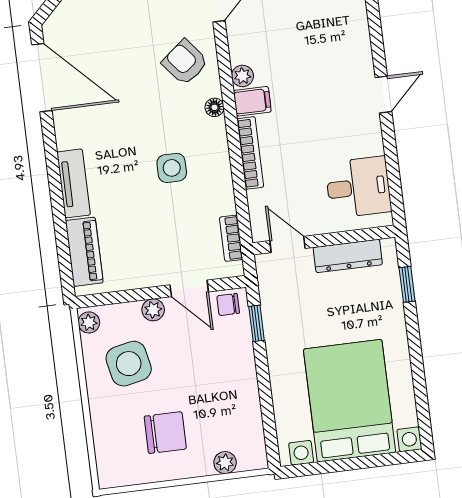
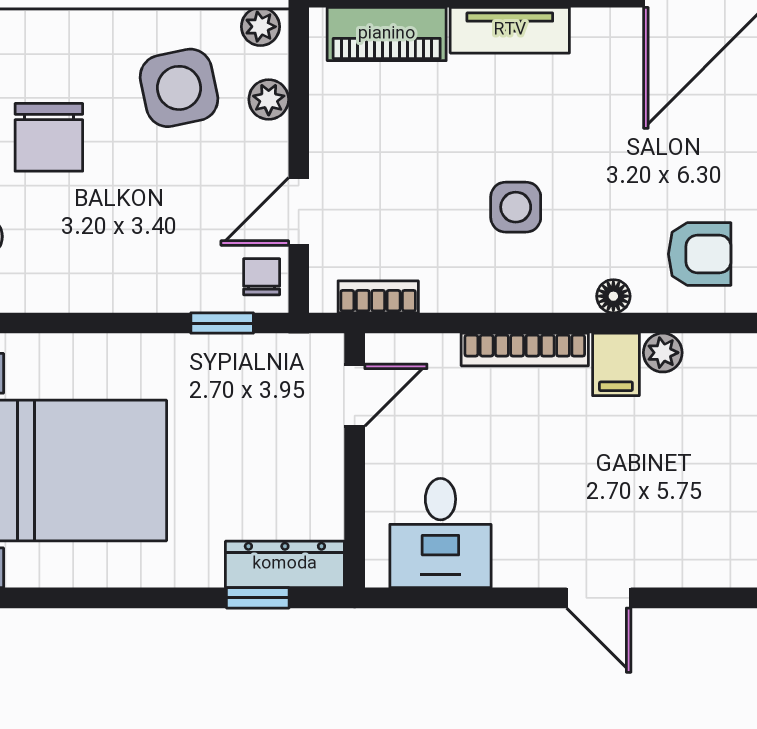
armchair: (185, 62) -> (700, 254), turned 39
dresser: (348, 256) -> (285, 564), moved, turned 90
plant: (153, 310) -> (269, 99), moved

